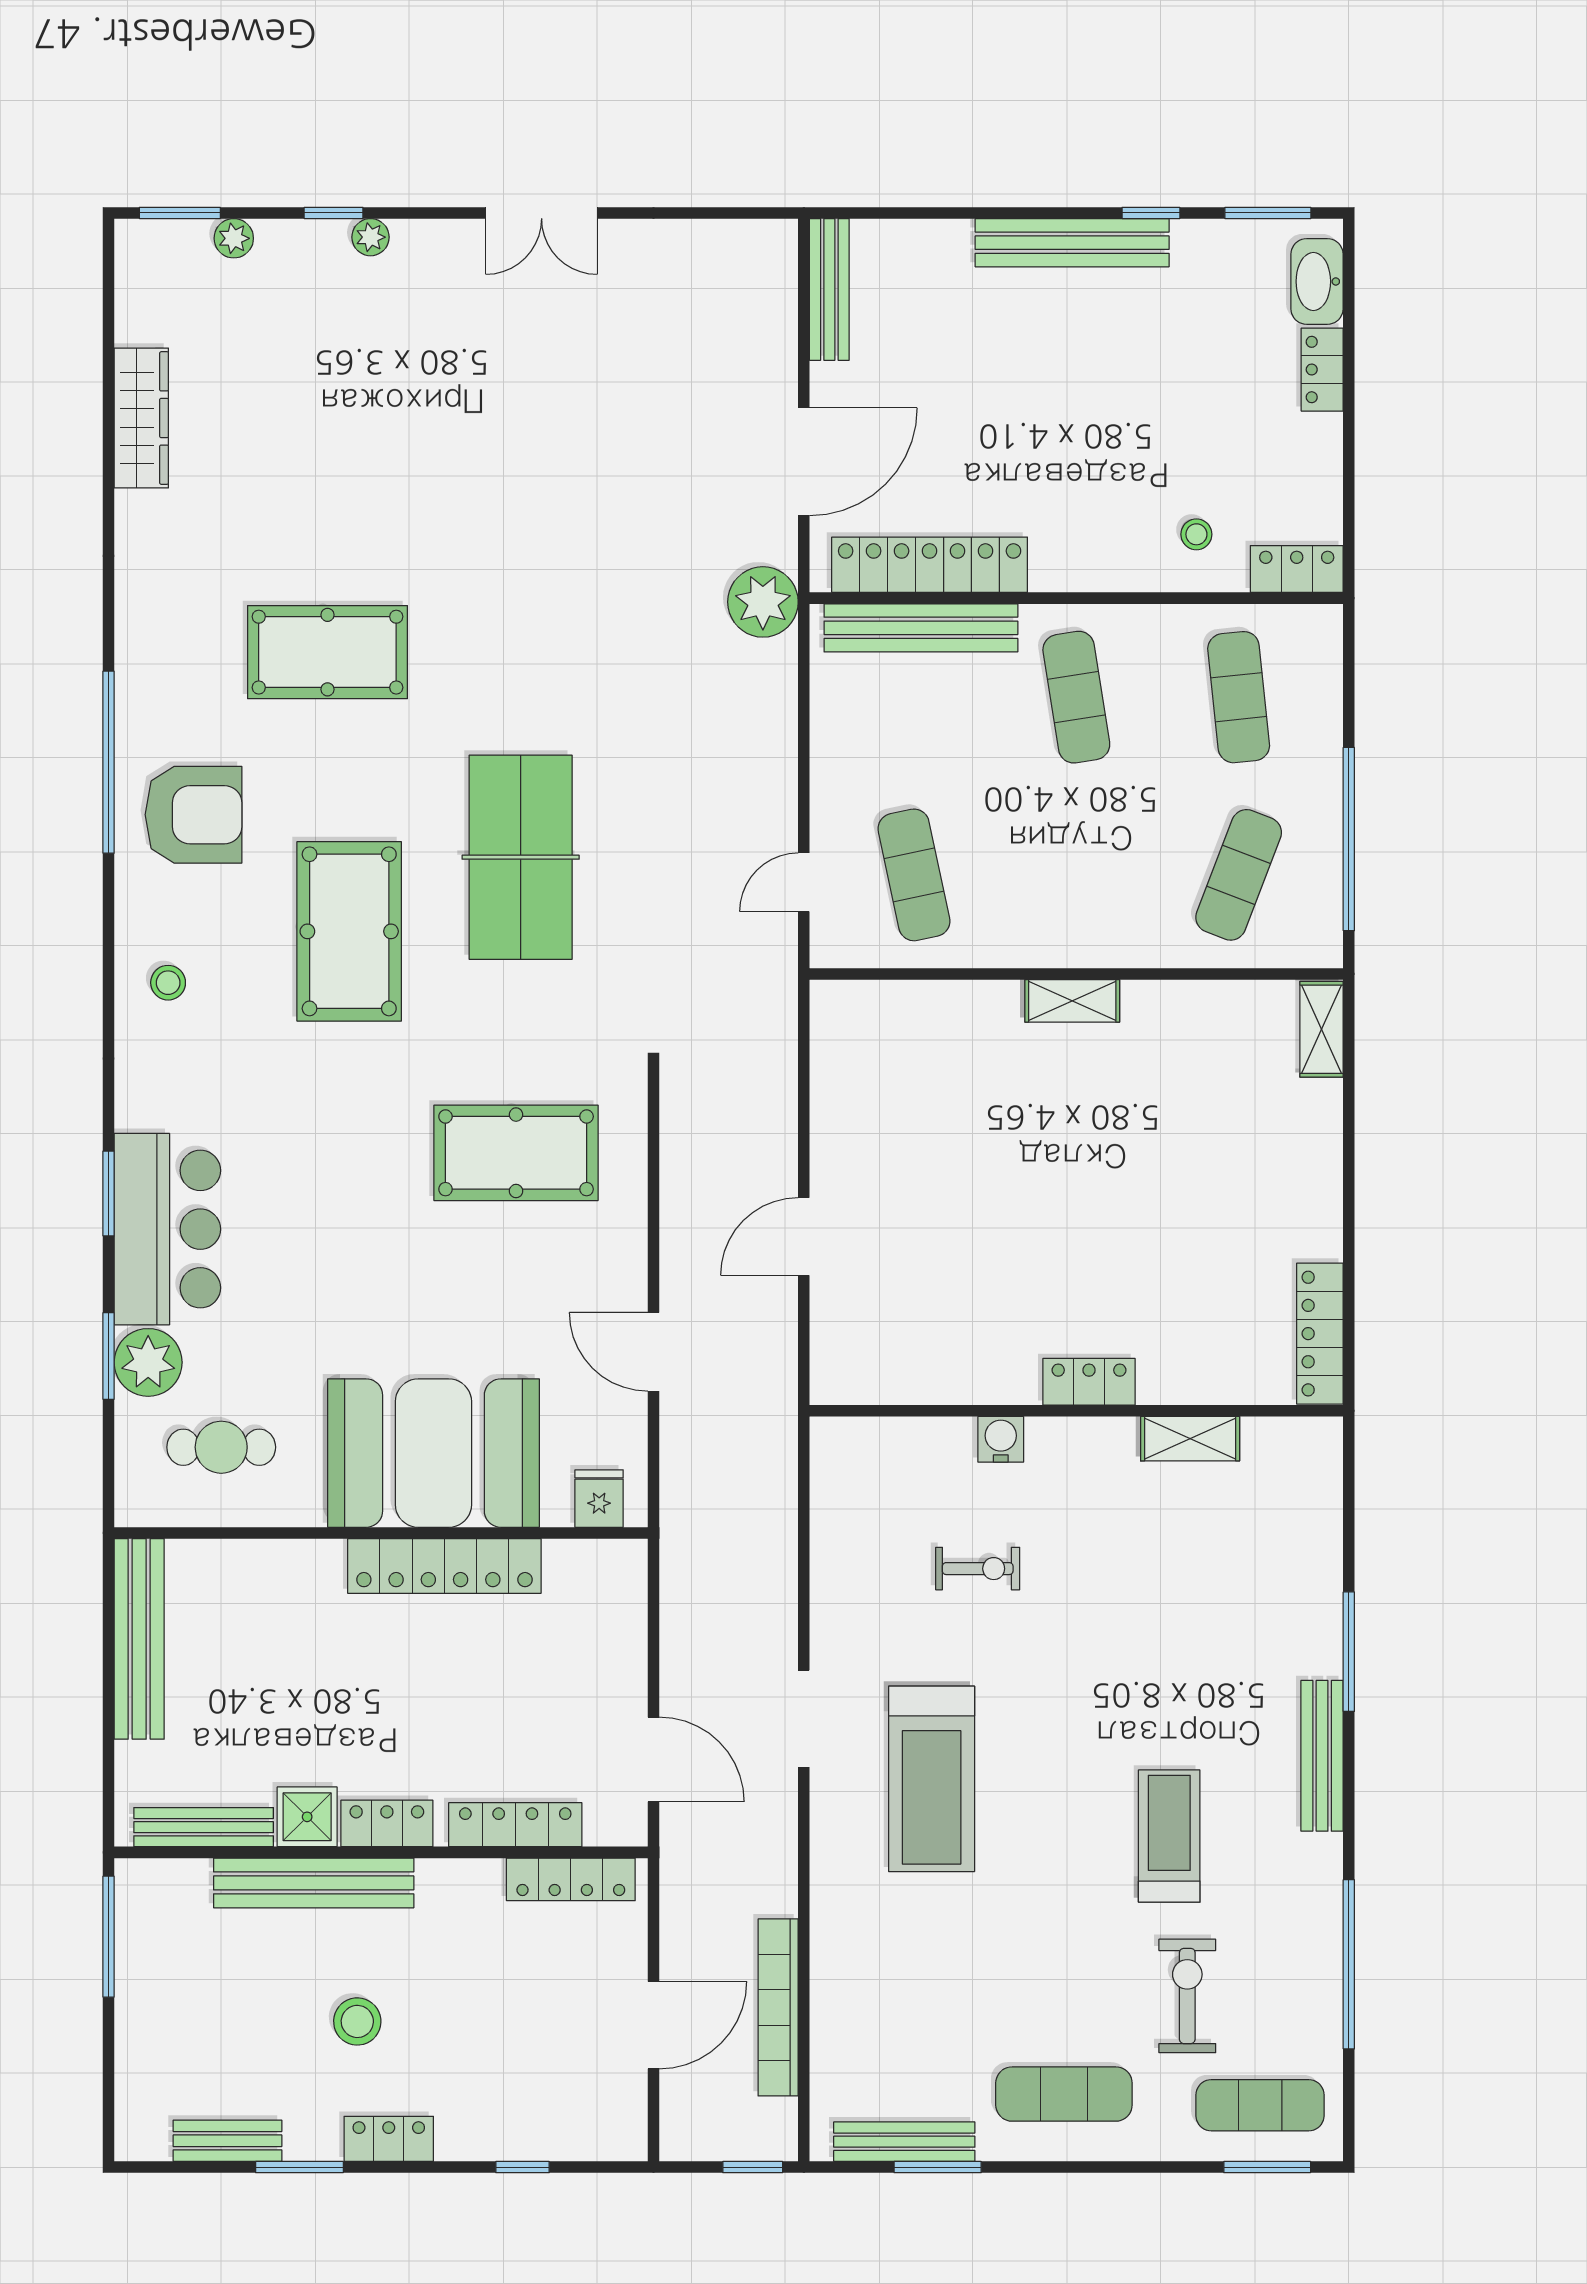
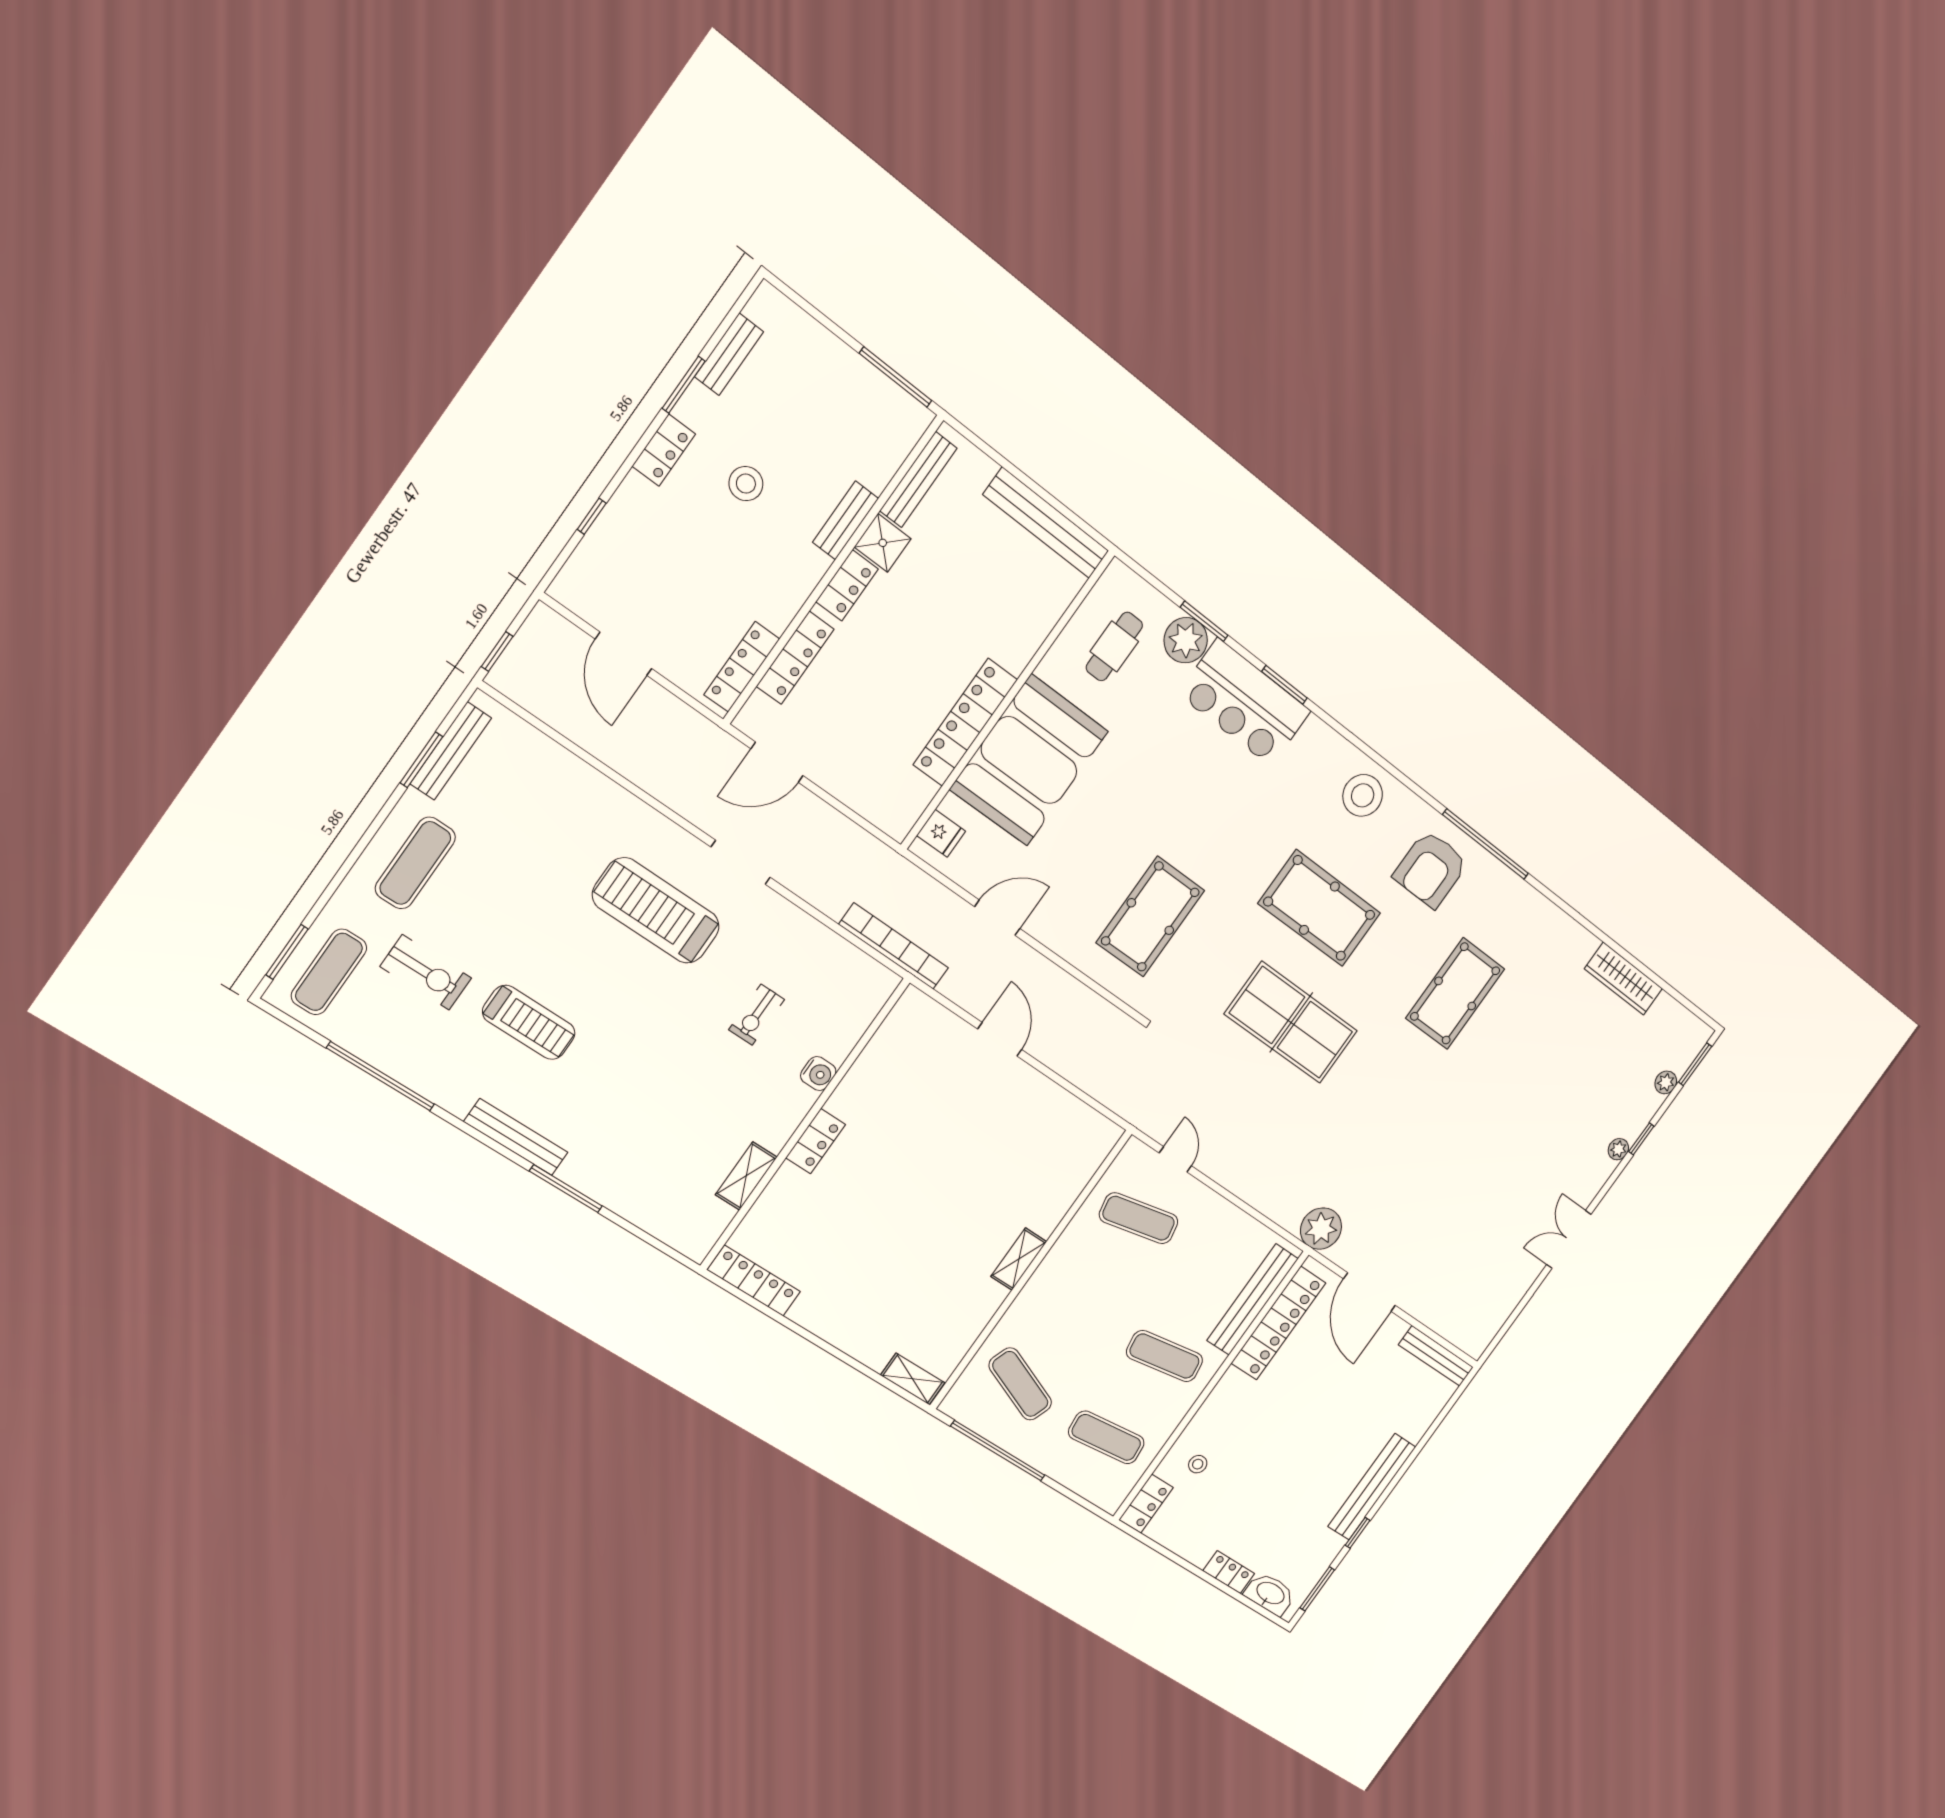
stool: (168, 983) -> (1363, 795), width x1.89, depth x1.89
bench: (314, 1883) -> (845, 520), width x0.54, depth x0.82
bookcase: (778, 2007) -> (894, 946), moved

